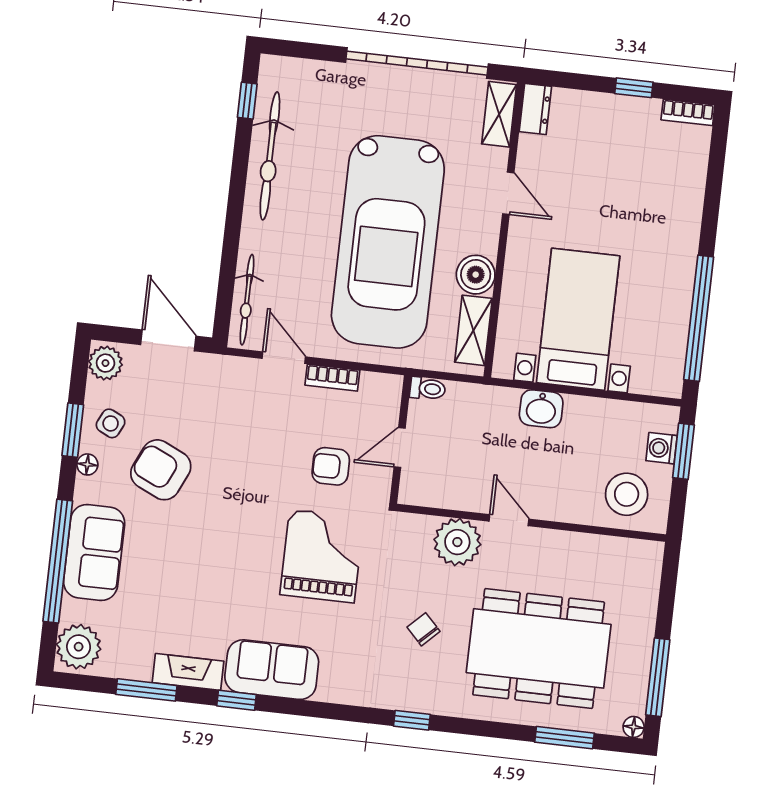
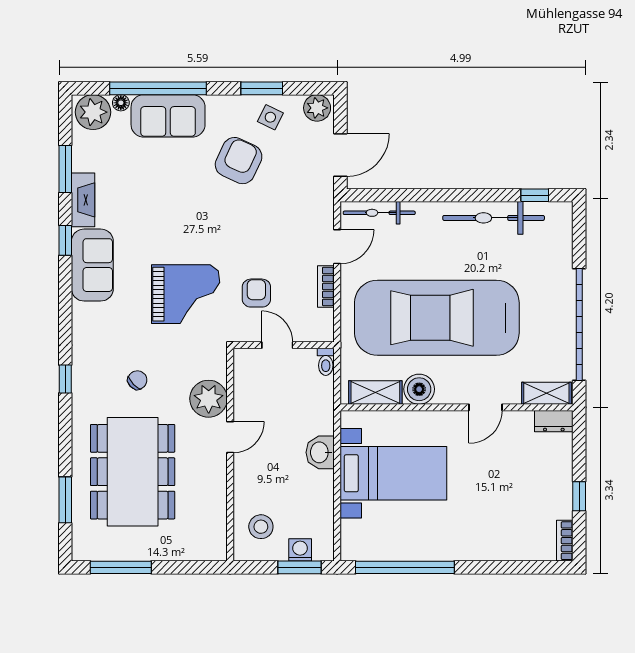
floor lamp: (87, 464) -> (121, 103), moved
stool: (627, 494) -> (261, 527), width x0.73, depth x0.73
floor lamp: (634, 727) -> (80, 553), removed

